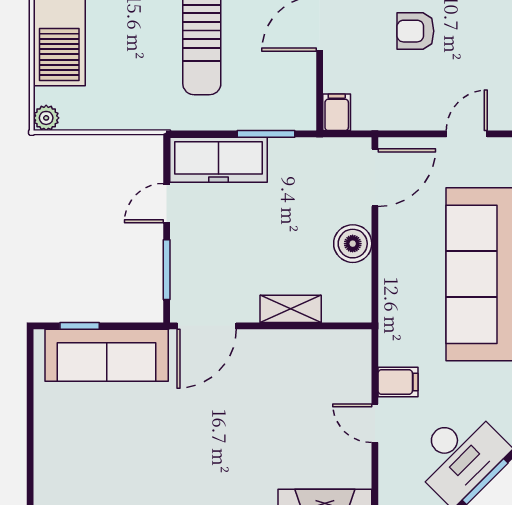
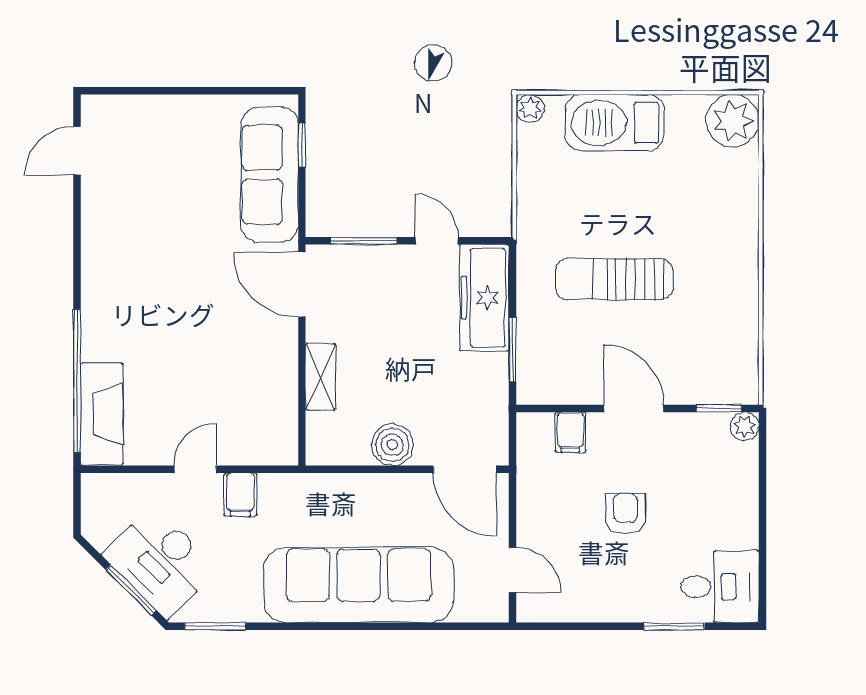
filing cabinet: (337, 112) -> (570, 432), moved, turned 90

